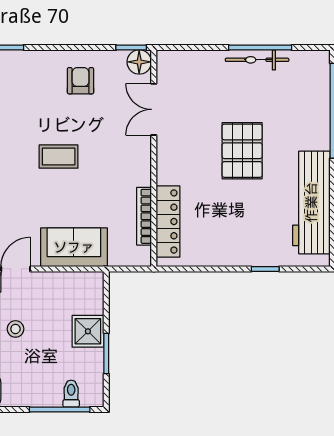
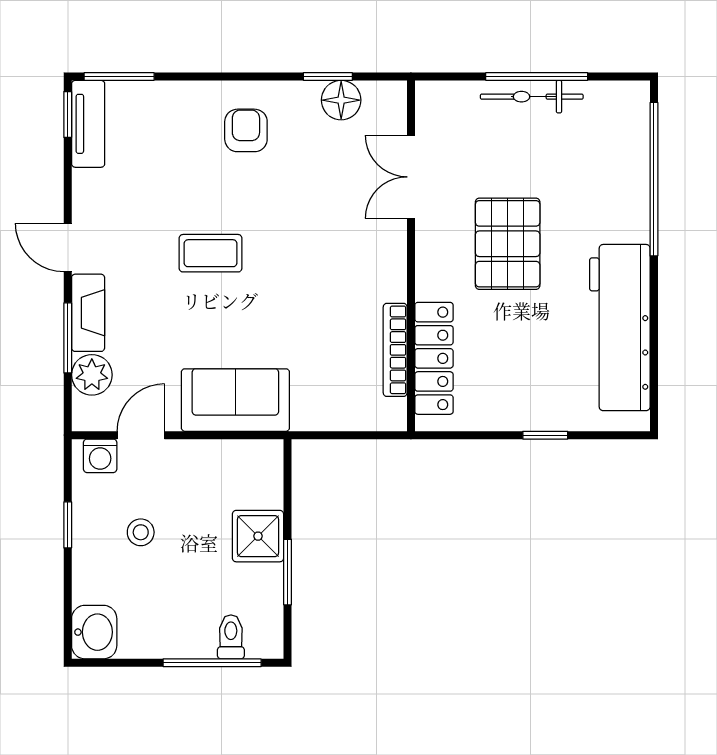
double door: (154, 109) -> (411, 177), moved
wall: (154, 158) -> (411, 256), moved
bookcase: (144, 216) -> (395, 350), moved
locker: (168, 221) -> (434, 358), moved

